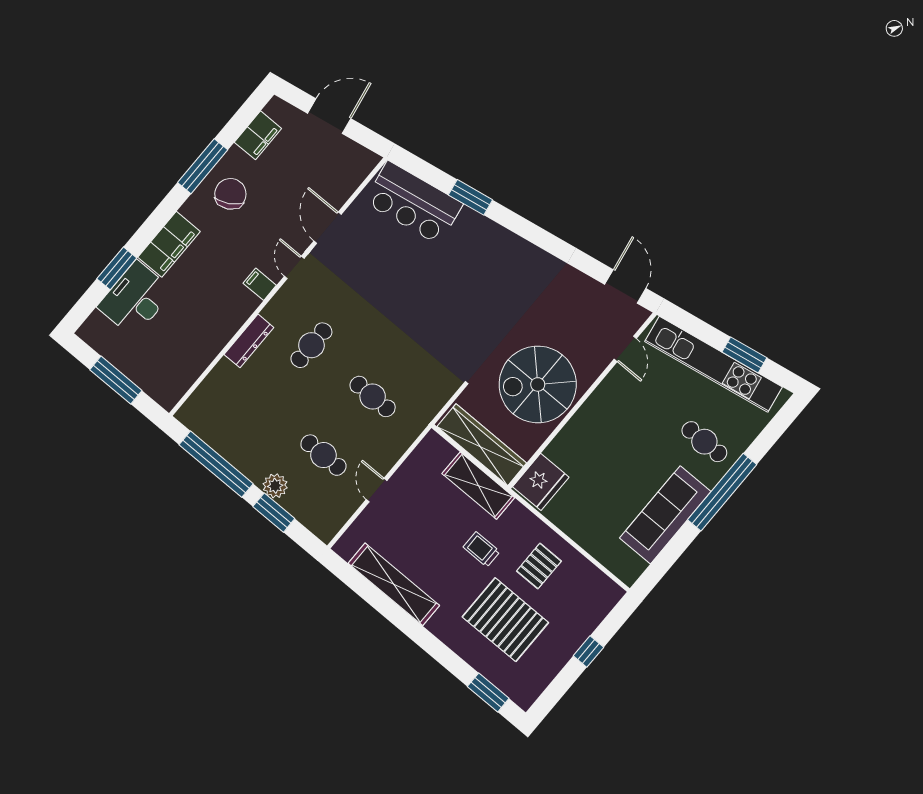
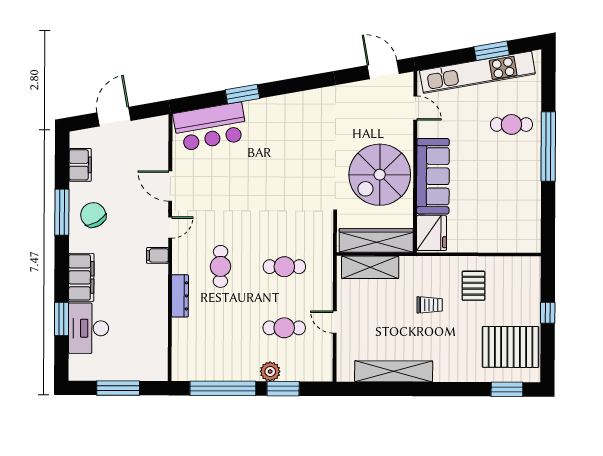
door: (294, 267) -> (170, 227), swing flipped
shelving: (478, 486) -> (370, 267), moved
sofa: (665, 515) -> (433, 176), moved, turned 180
trolley: (481, 549) -> (430, 305), turned 180
pallet: (505, 620) -> (511, 347), moved

